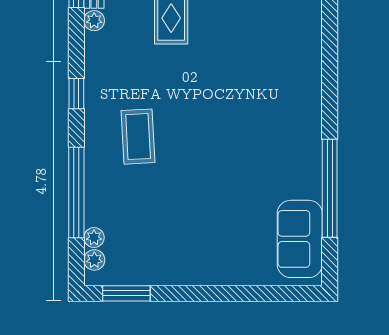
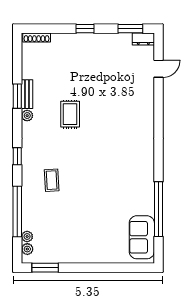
coffee table: (138, 137) -> (52, 180), width x0.73, depth x0.77

